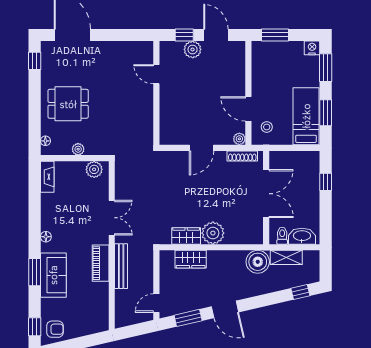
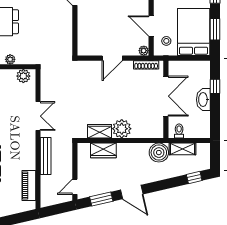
bed: (306, 116) -> (194, 32), width x1.50
washbasin: (302, 236) -> (203, 100), moved, turned -90
piano: (101, 263) -> (29, 186), moved

